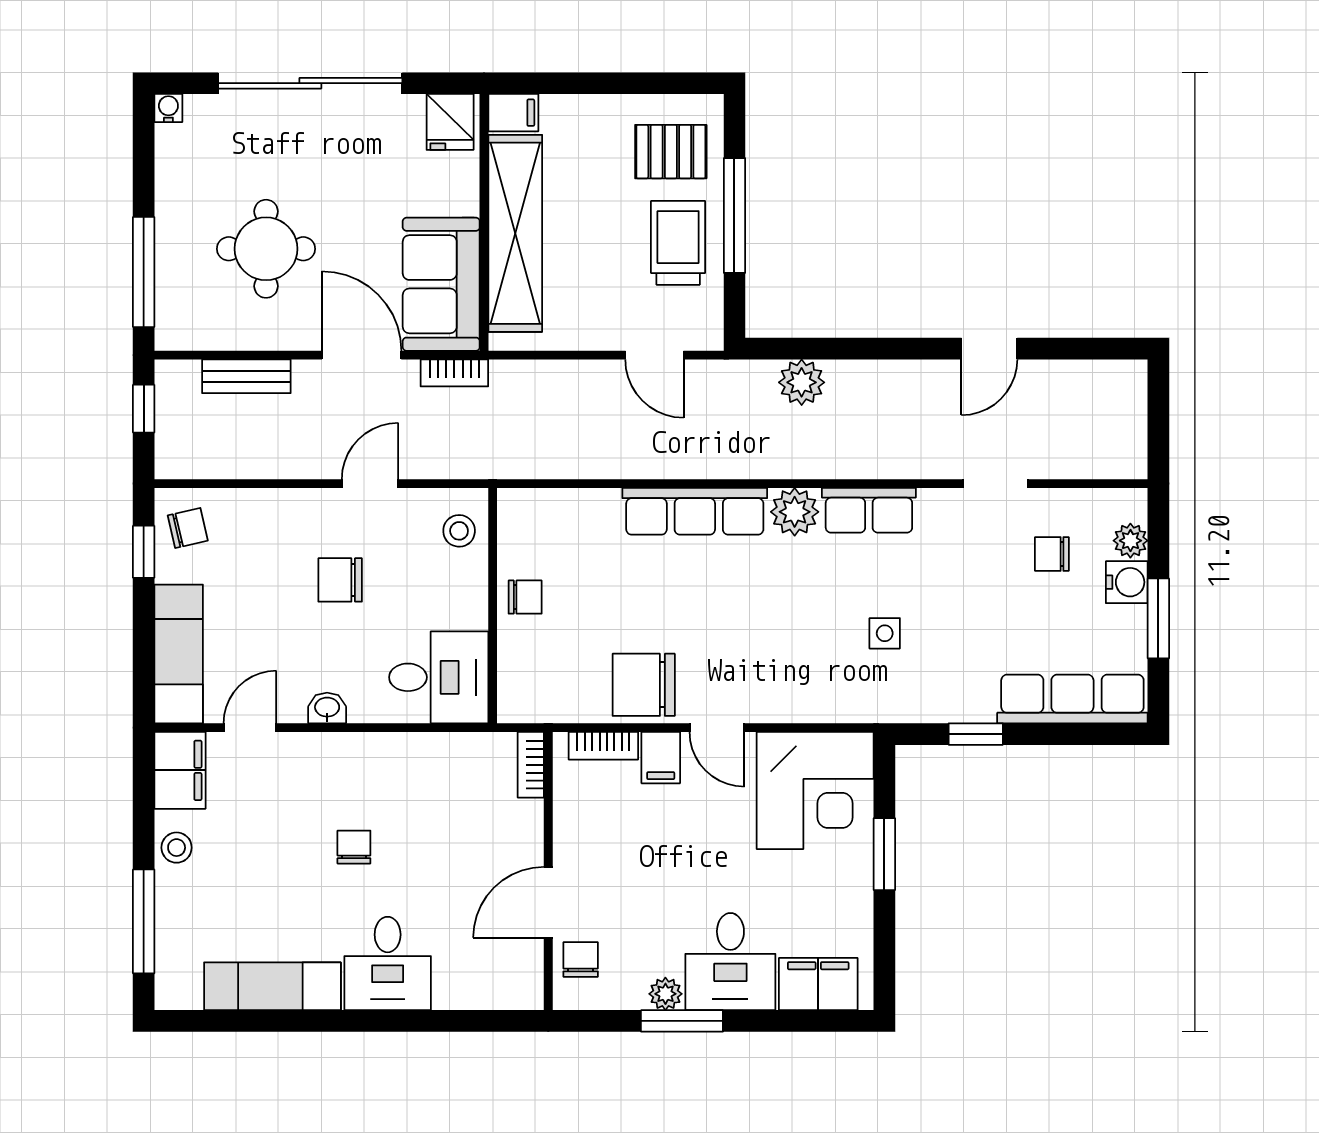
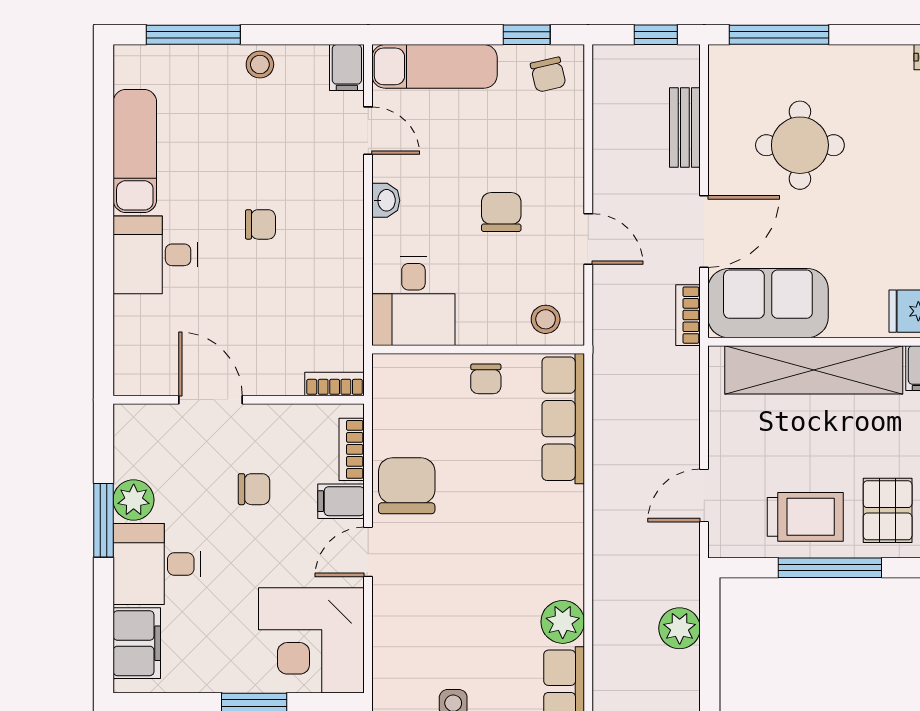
row of seats: (695, 511) -> (563, 419), moved
filing cabinet: (180, 770) -> (347, 68), width x0.50
chair: (581, 960) -> (254, 489), moved
plant: (665, 994) -> (134, 500), width x1.38, depth x1.38

